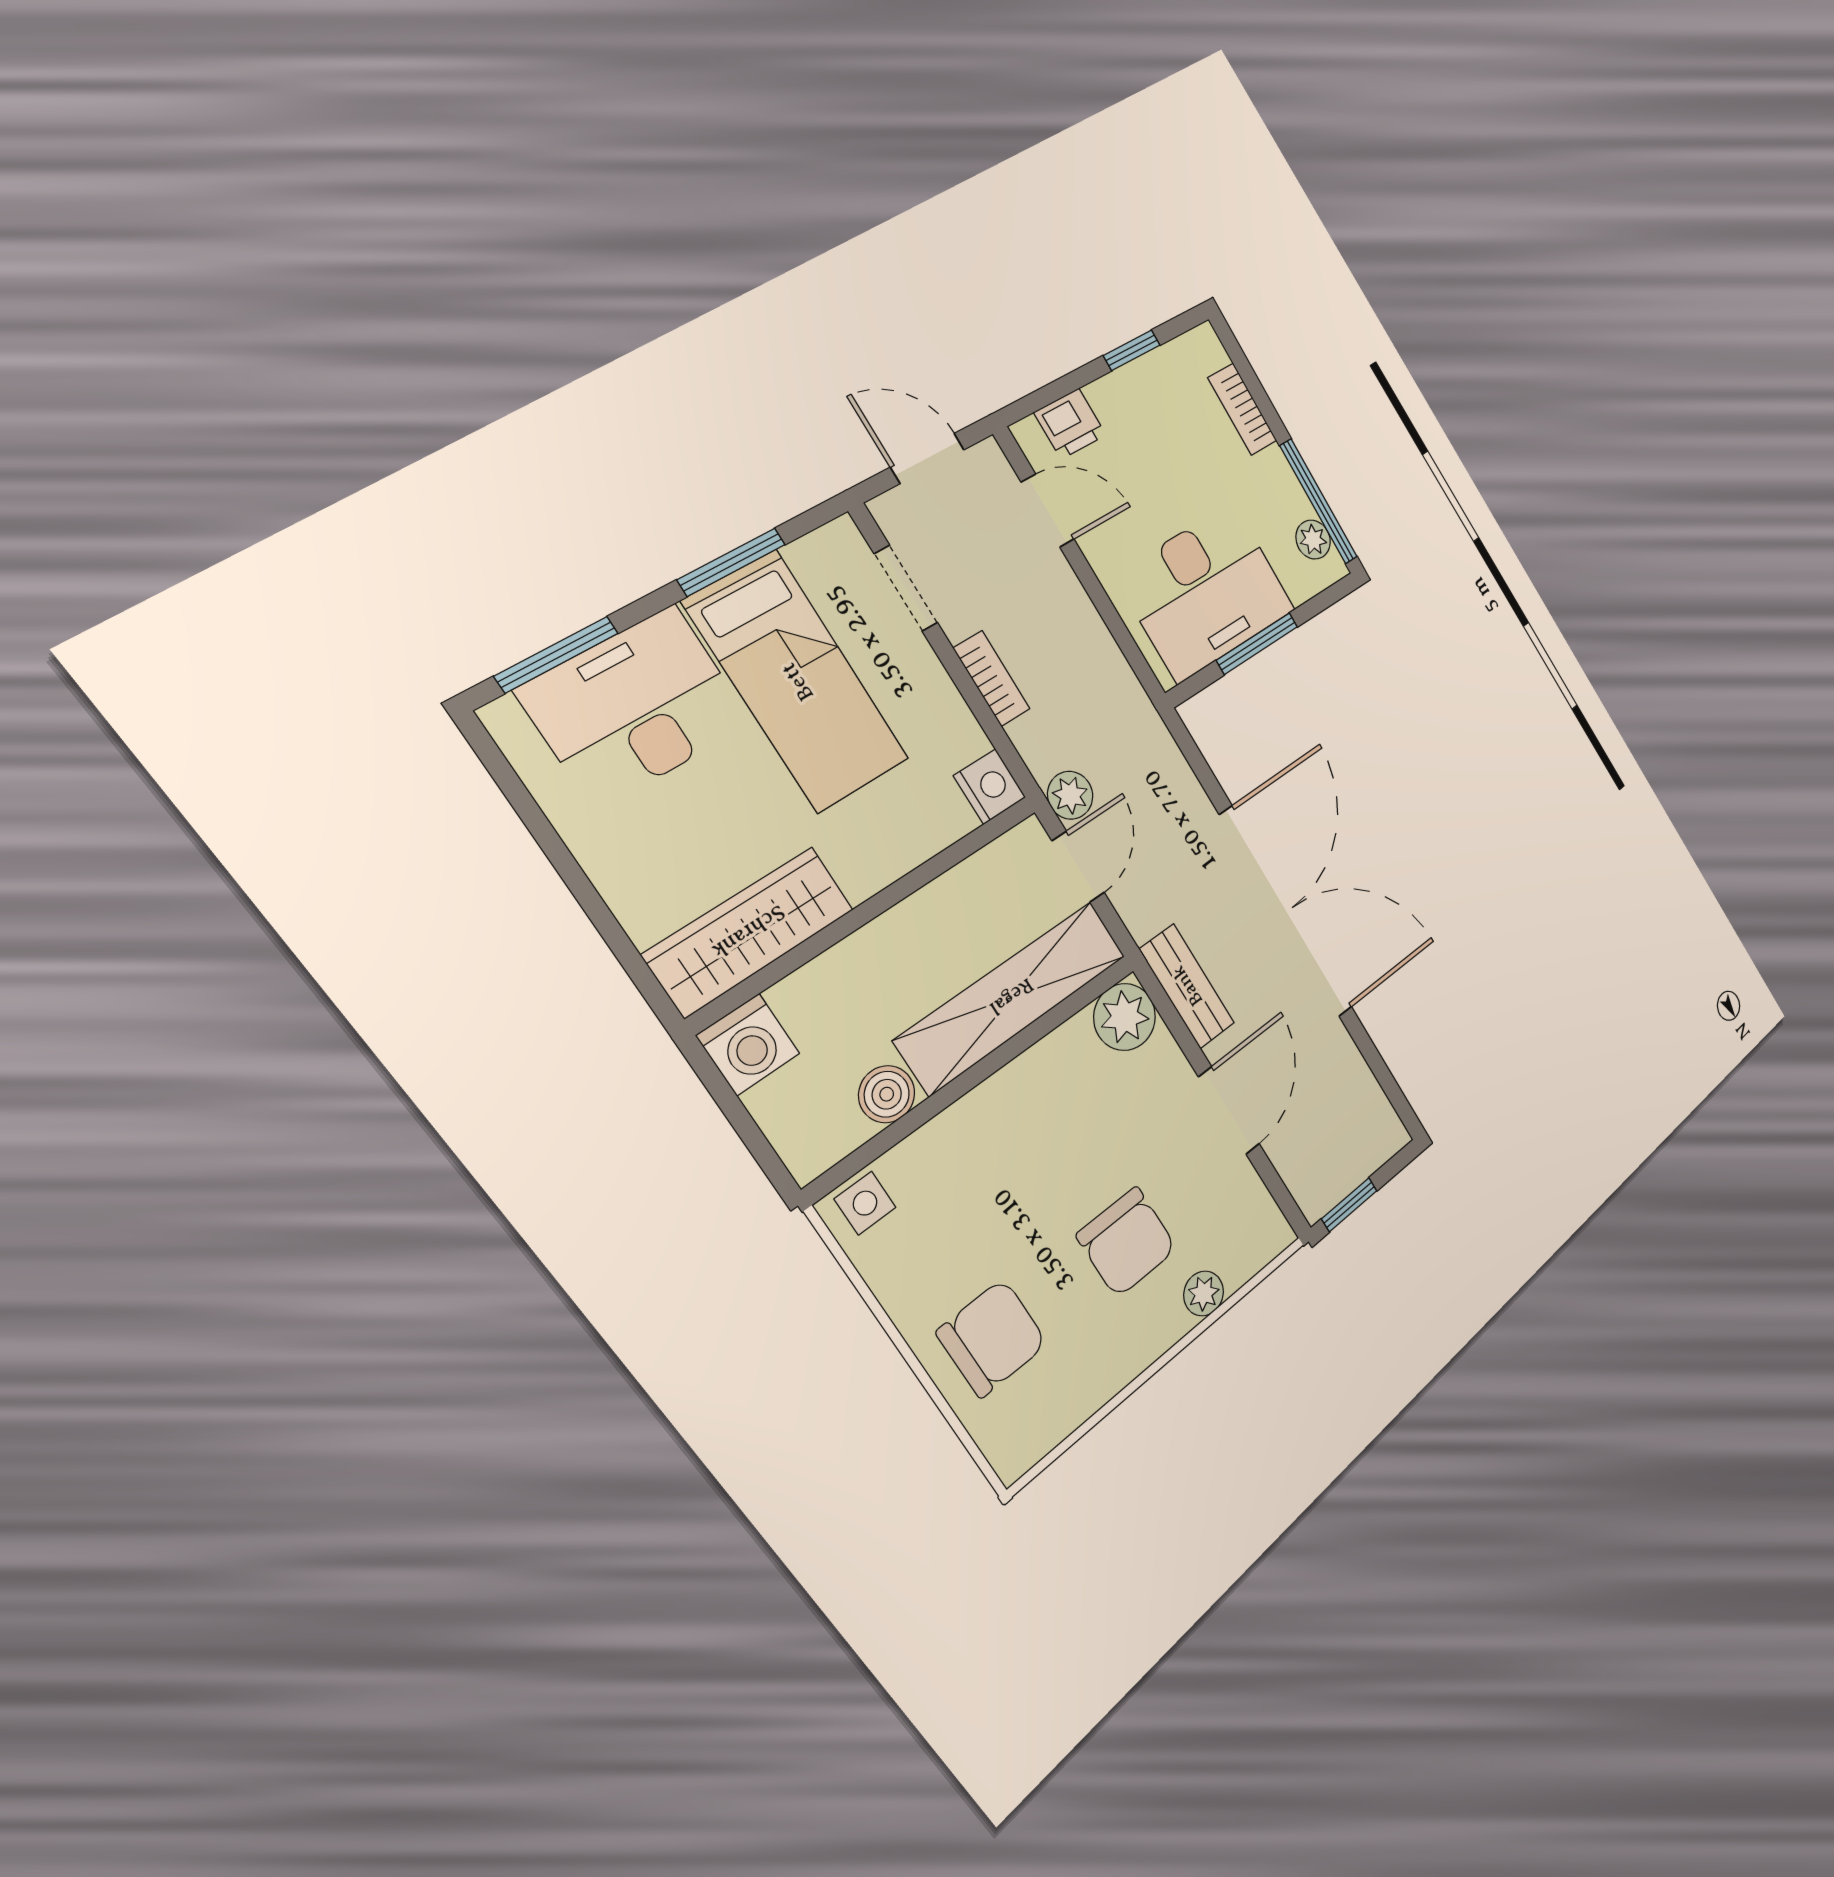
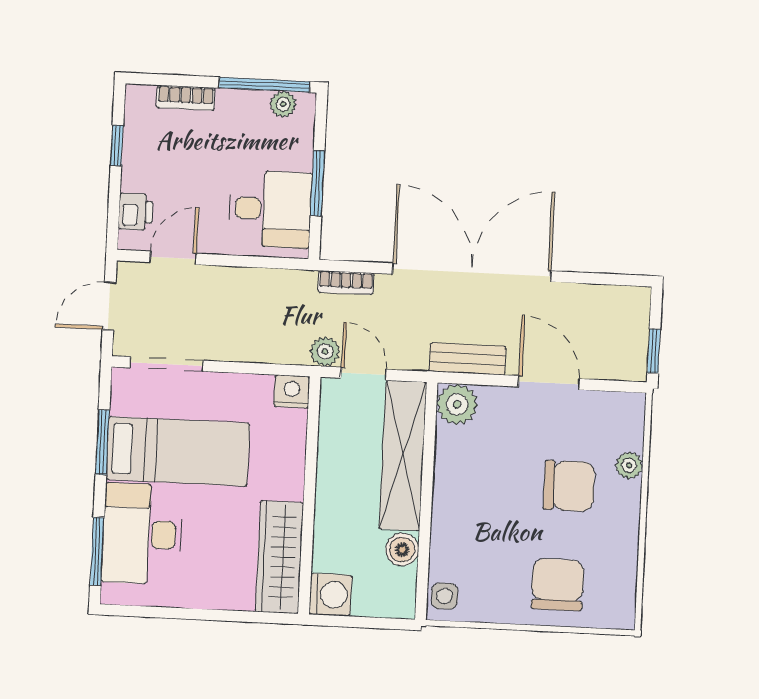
doorway: (906, 588) -> (167, 364), width x1.38
desk: (1206, 592) -> (270, 209), width x0.73
bookcase: (992, 679) -> (346, 283), moved, turned 180

